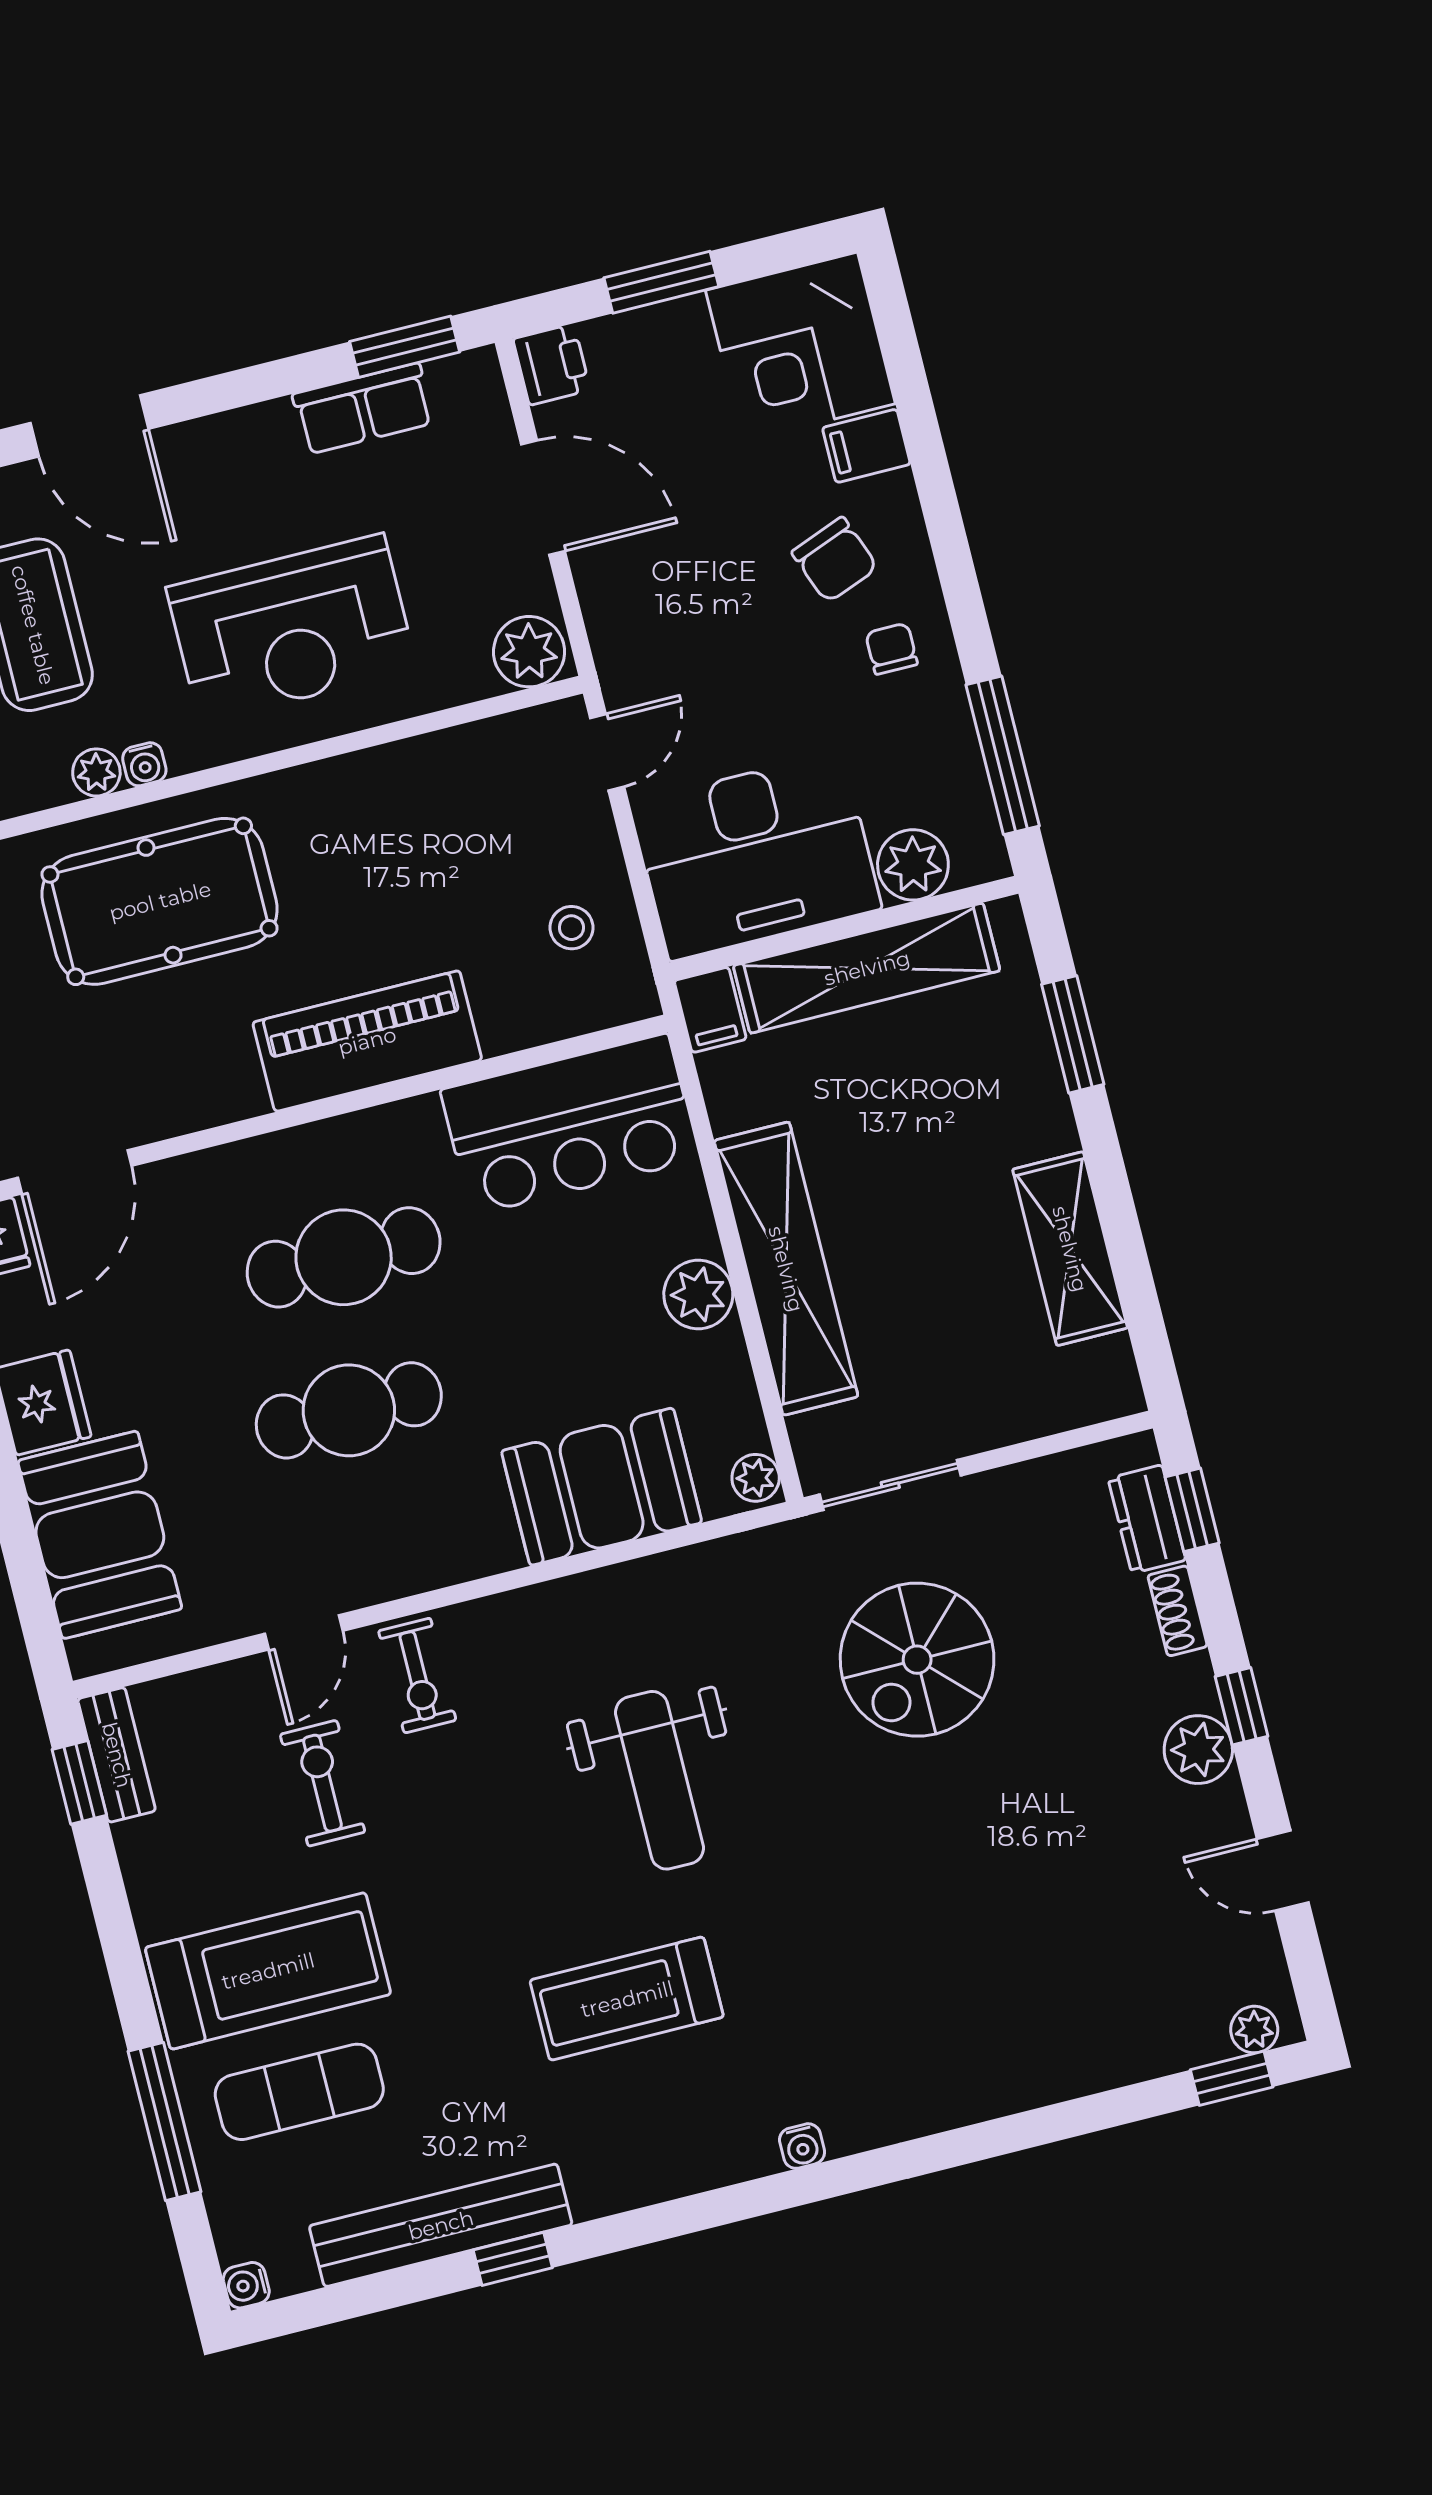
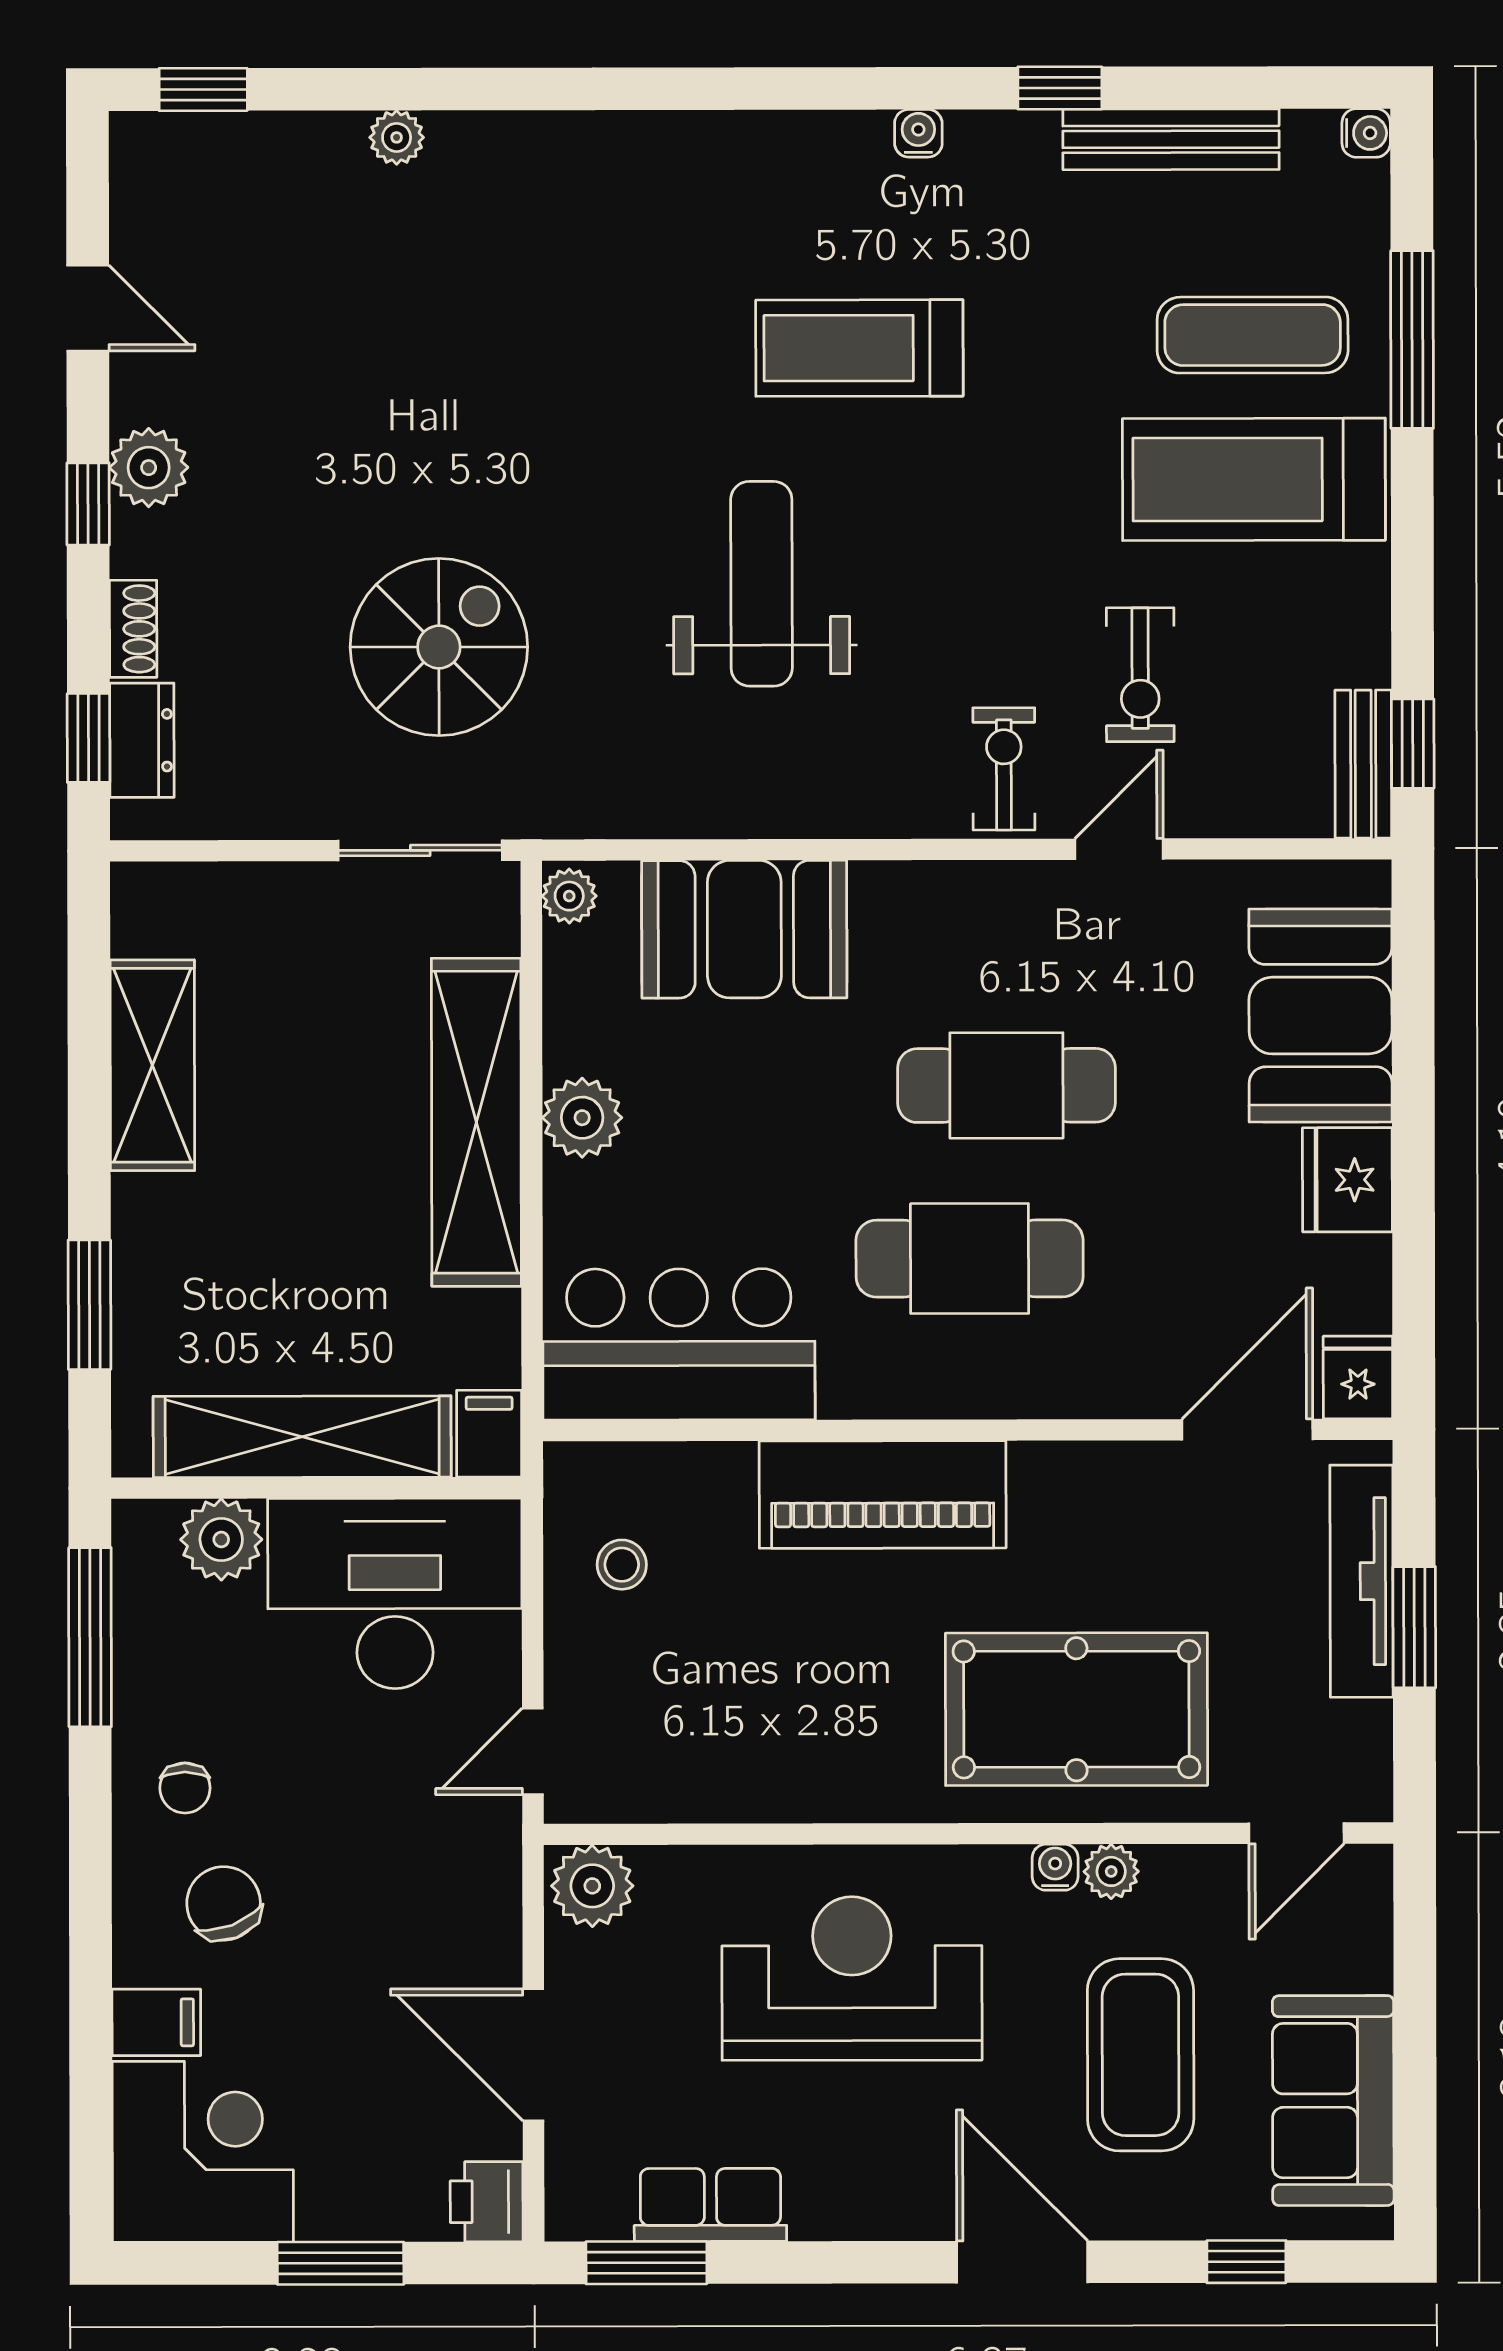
treadmill: (627, 1999) -> (859, 348), turned 180
plant: (1254, 2030) -> (397, 137), moved
water cooler: (802, 2146) -> (918, 133), moved
bench: (441, 2225) -> (1171, 139), width x0.73, depth x0.82

